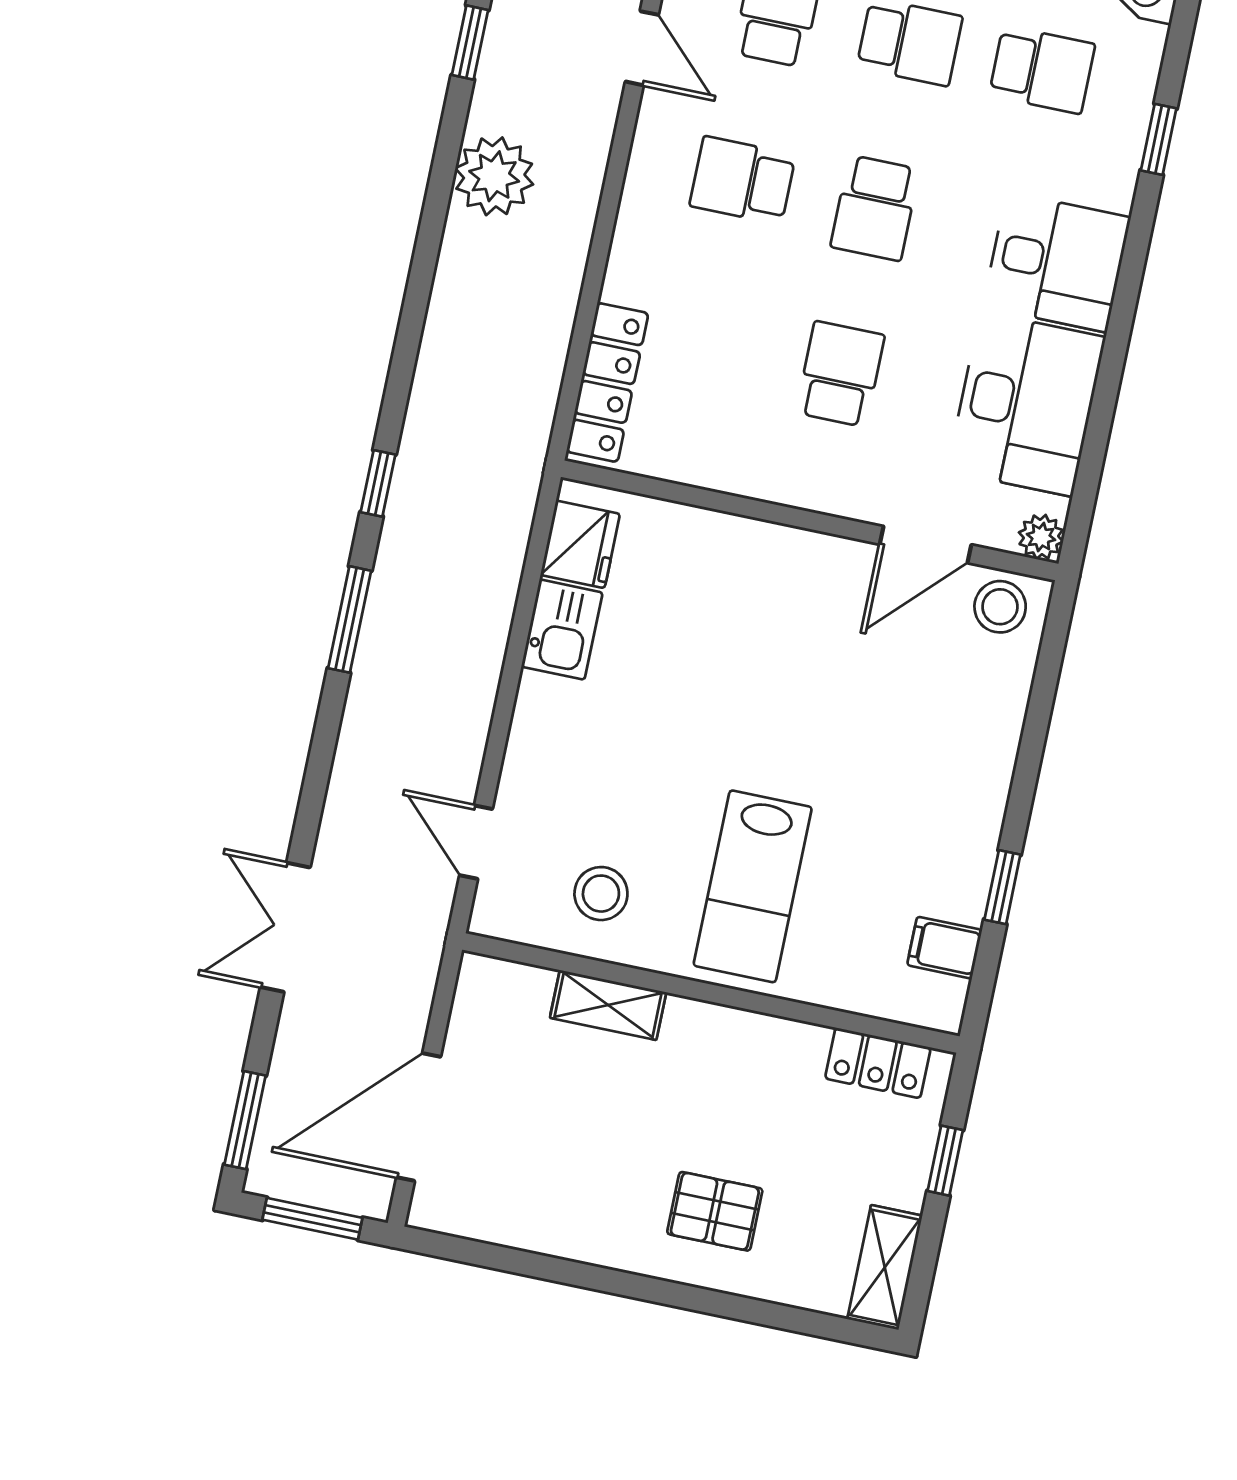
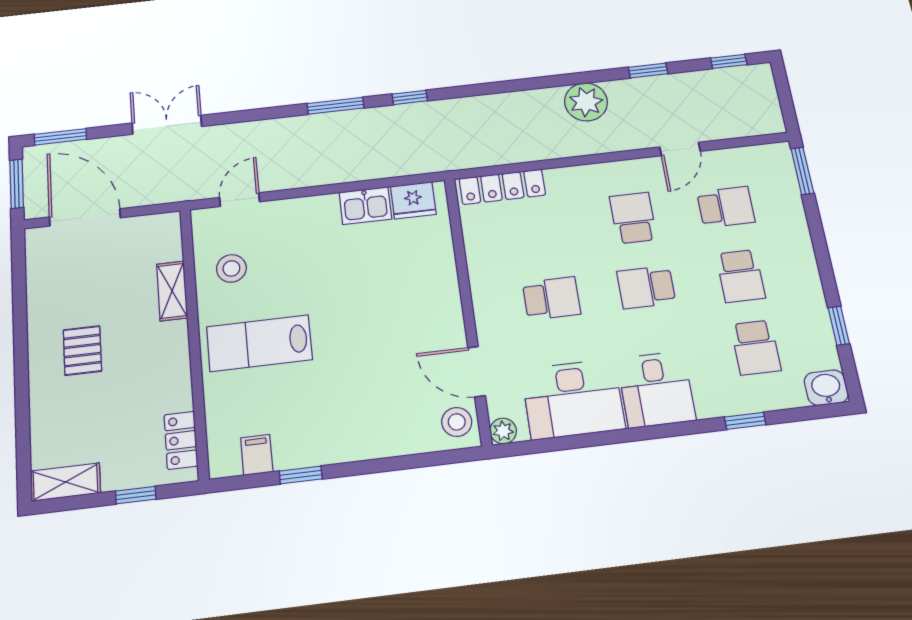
pallet: (715, 1211) -> (82, 350), moved

